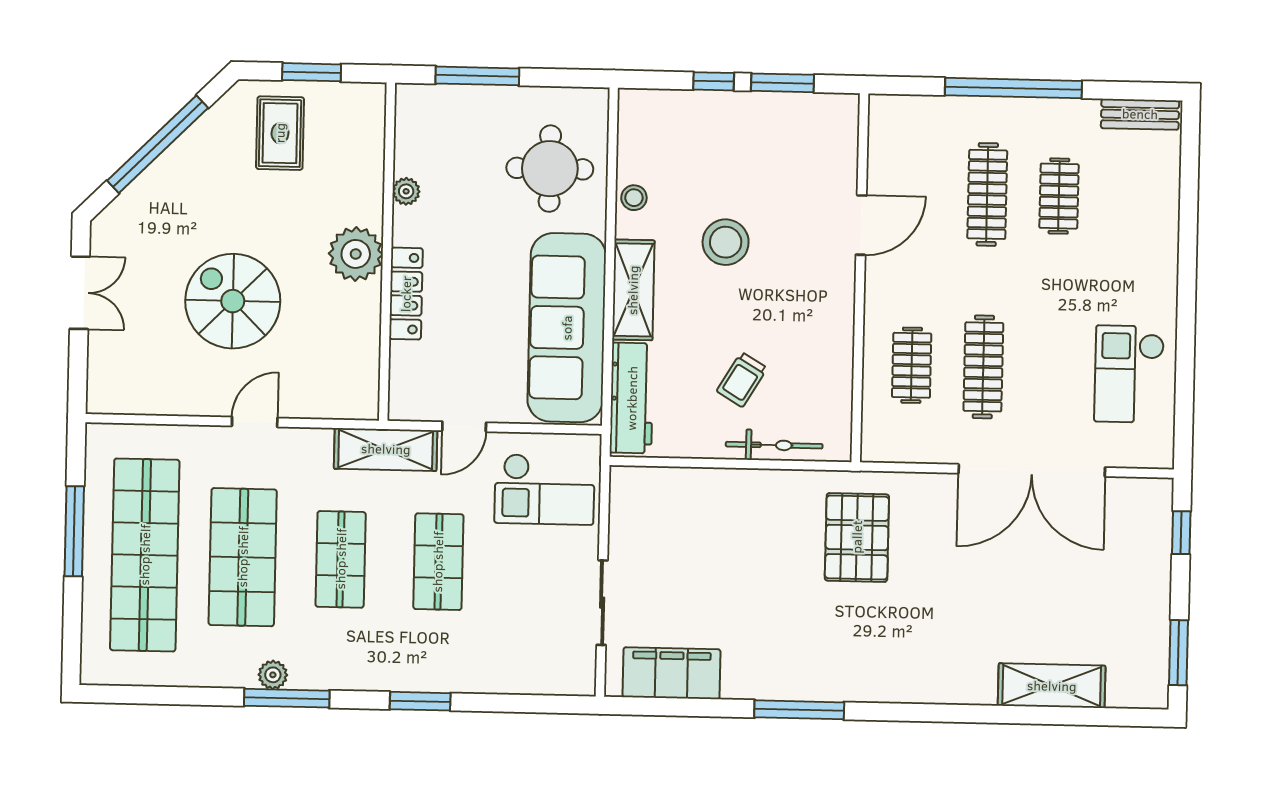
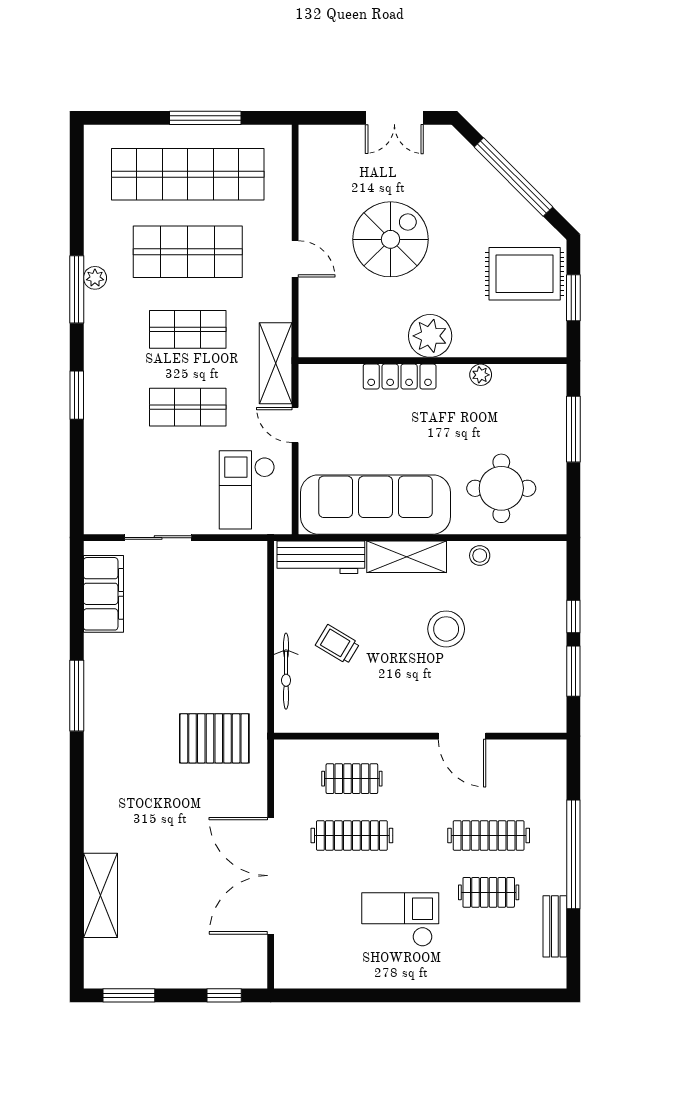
bench: (1140, 114) -> (555, 926), moved
rug: (280, 133) -> (525, 274), width x1.36, depth x1.43
checkout: (1129, 374) -> (400, 920), moved

